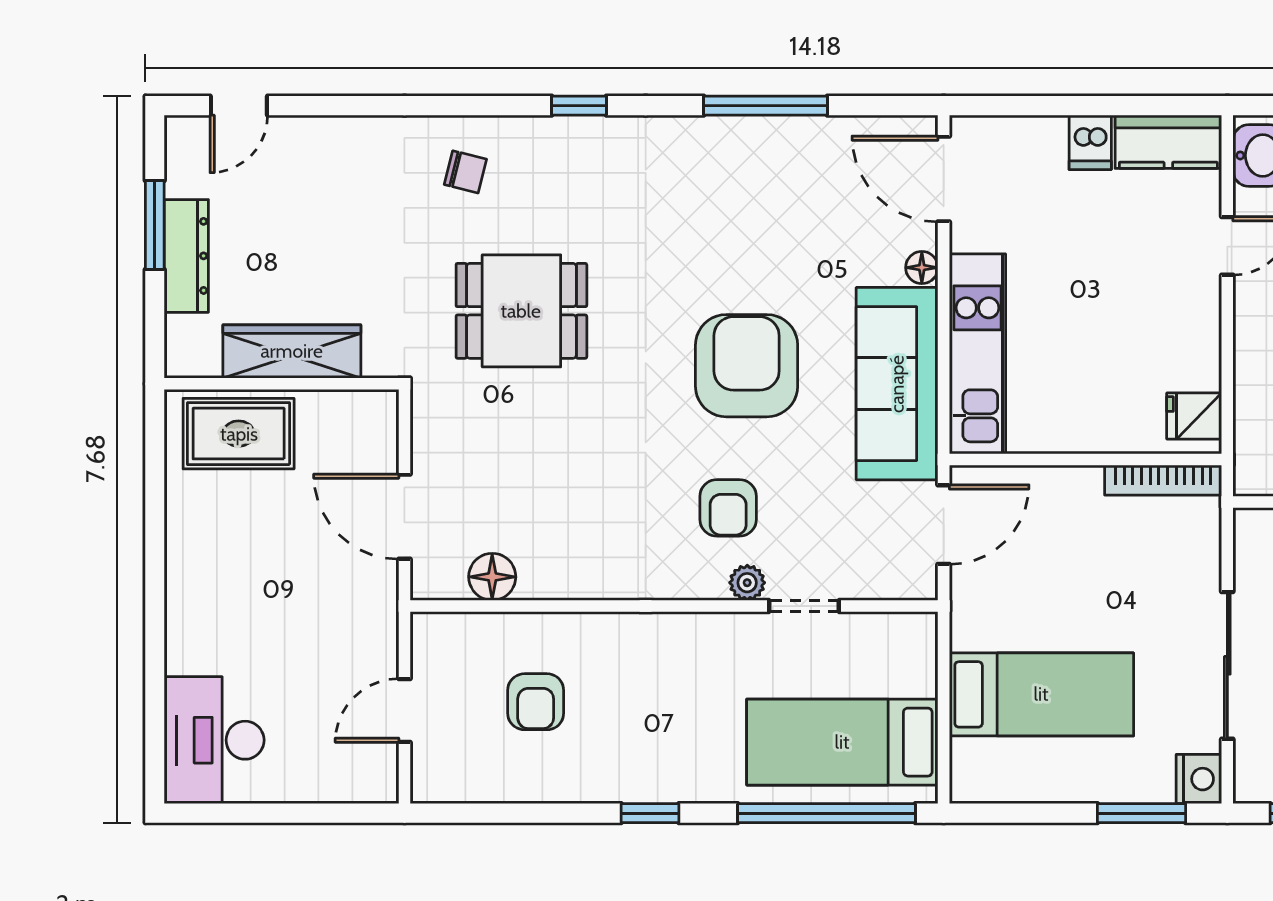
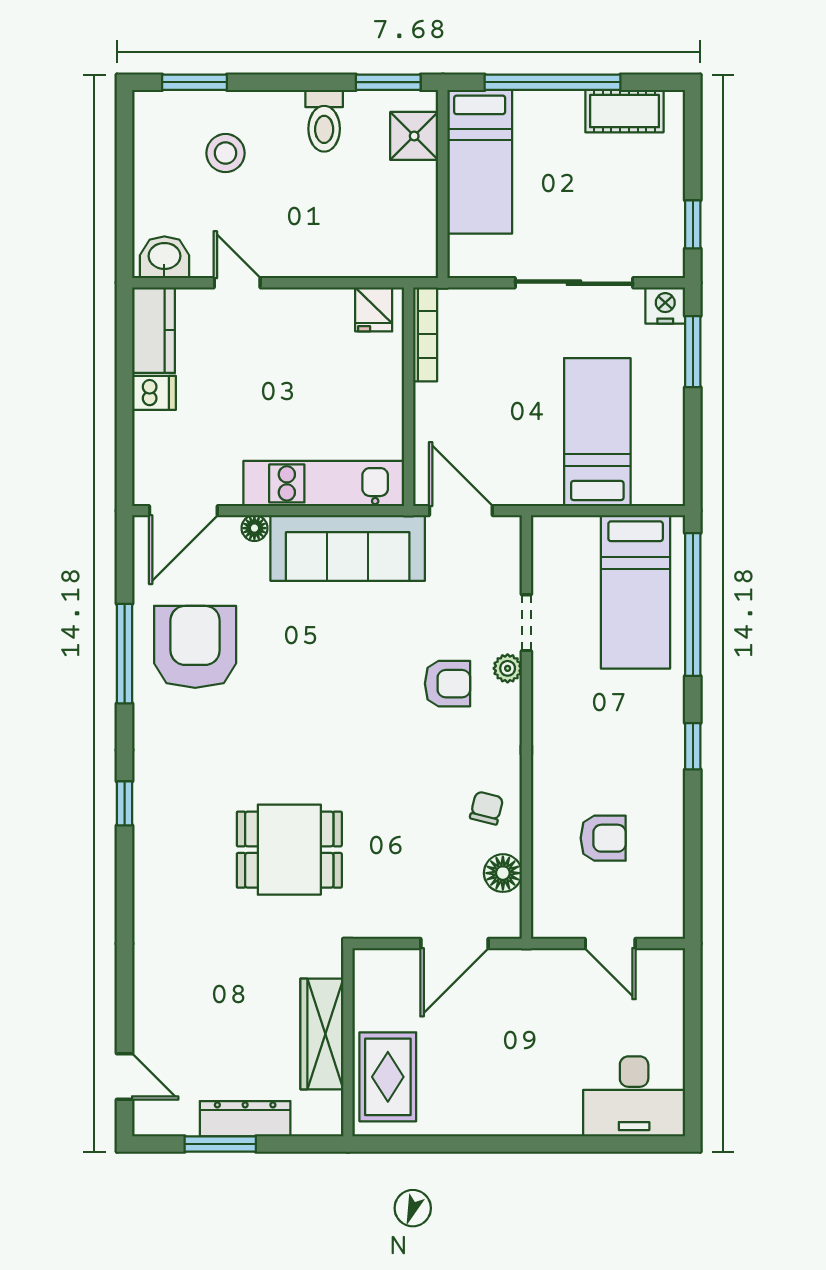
chair: (465, 172) -> (487, 808), moved
dining table: (521, 311) -> (289, 850), turned 90
armchair: (747, 366) -> (195, 647), moved, turned 90

